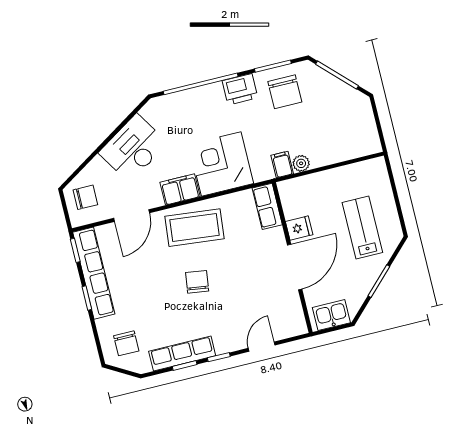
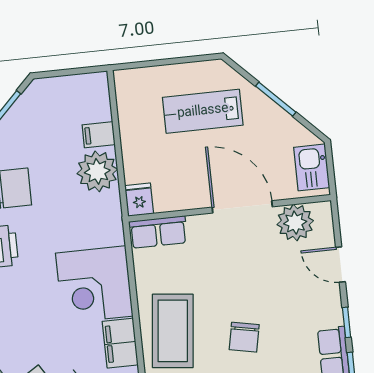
plant: (301, 163) -> (97, 171), width x1.88, depth x1.88
filing cabinet: (282, 165) -> (99, 135), moved
fridge: (299, 228) -> (139, 200), moved
chair: (197, 282) -> (244, 337), turned -87
plant: (288, 308) -> (295, 223), added

